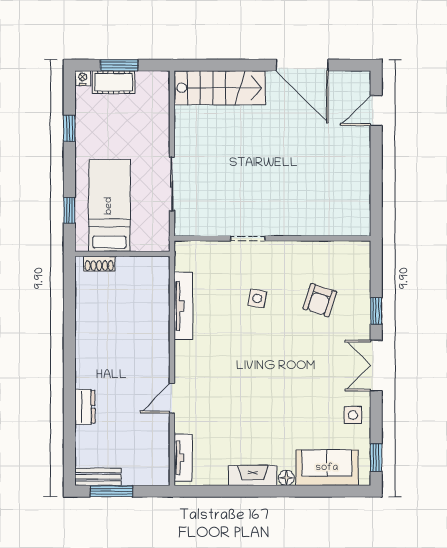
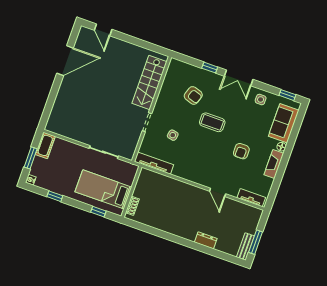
cot: (114, 82) -> (45, 145), moved
stairs: (220, 88) -> (149, 83), moved, turned 180
side table: (257, 298) -> (173, 135), moved
tv unit: (183, 306) -> (154, 163), moved
coffee table: (286, 348) -> (212, 122), added
armchair: (255, 413) -> (241, 151), added

